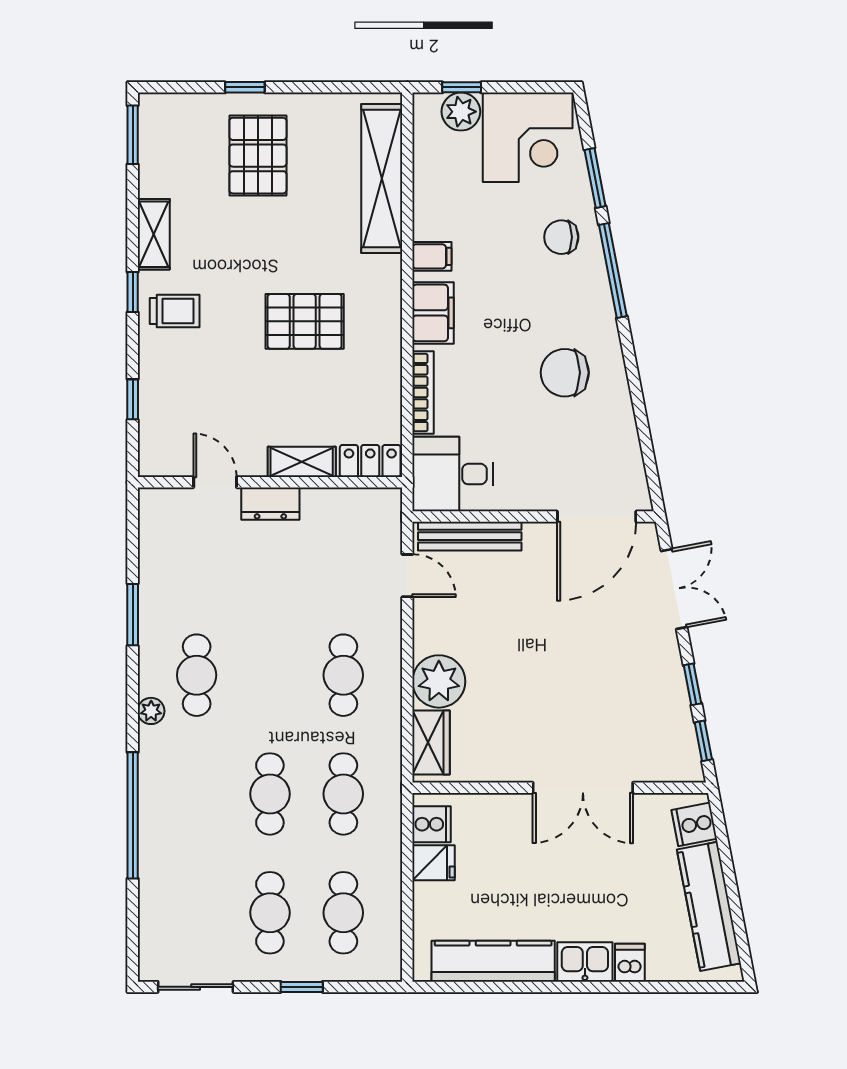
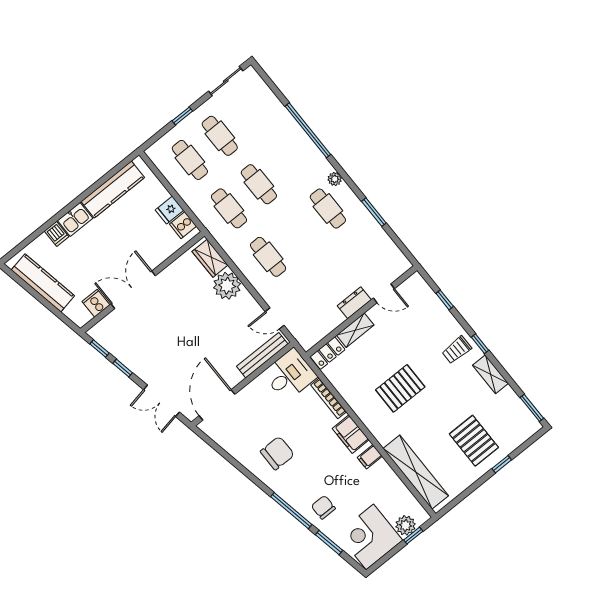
chair: (561, 237) -> (323, 507), turned -90
cooker: (694, 824) -> (96, 303), moved, turned -79

